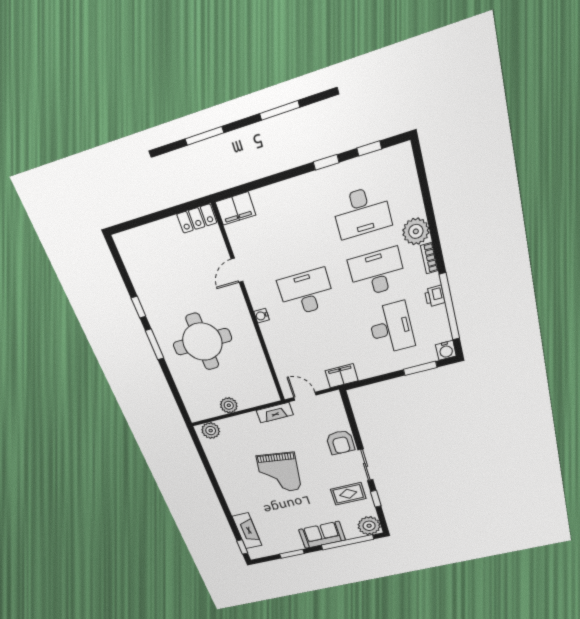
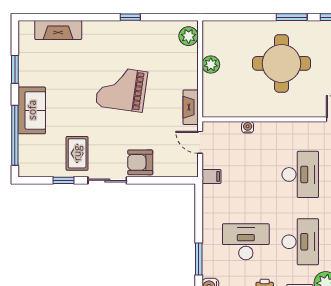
water cooler: (262, 316) -> (248, 127), moved
desk: (391, 328) -> (246, 242), turned 180
filing cabinet: (342, 376) -> (211, 176), width x0.50
door: (305, 396) -> (200, 142), swing flipped
plant: (369, 526) -> (31, 165), removed
window: (242, 547) -> (130, 17), moved

